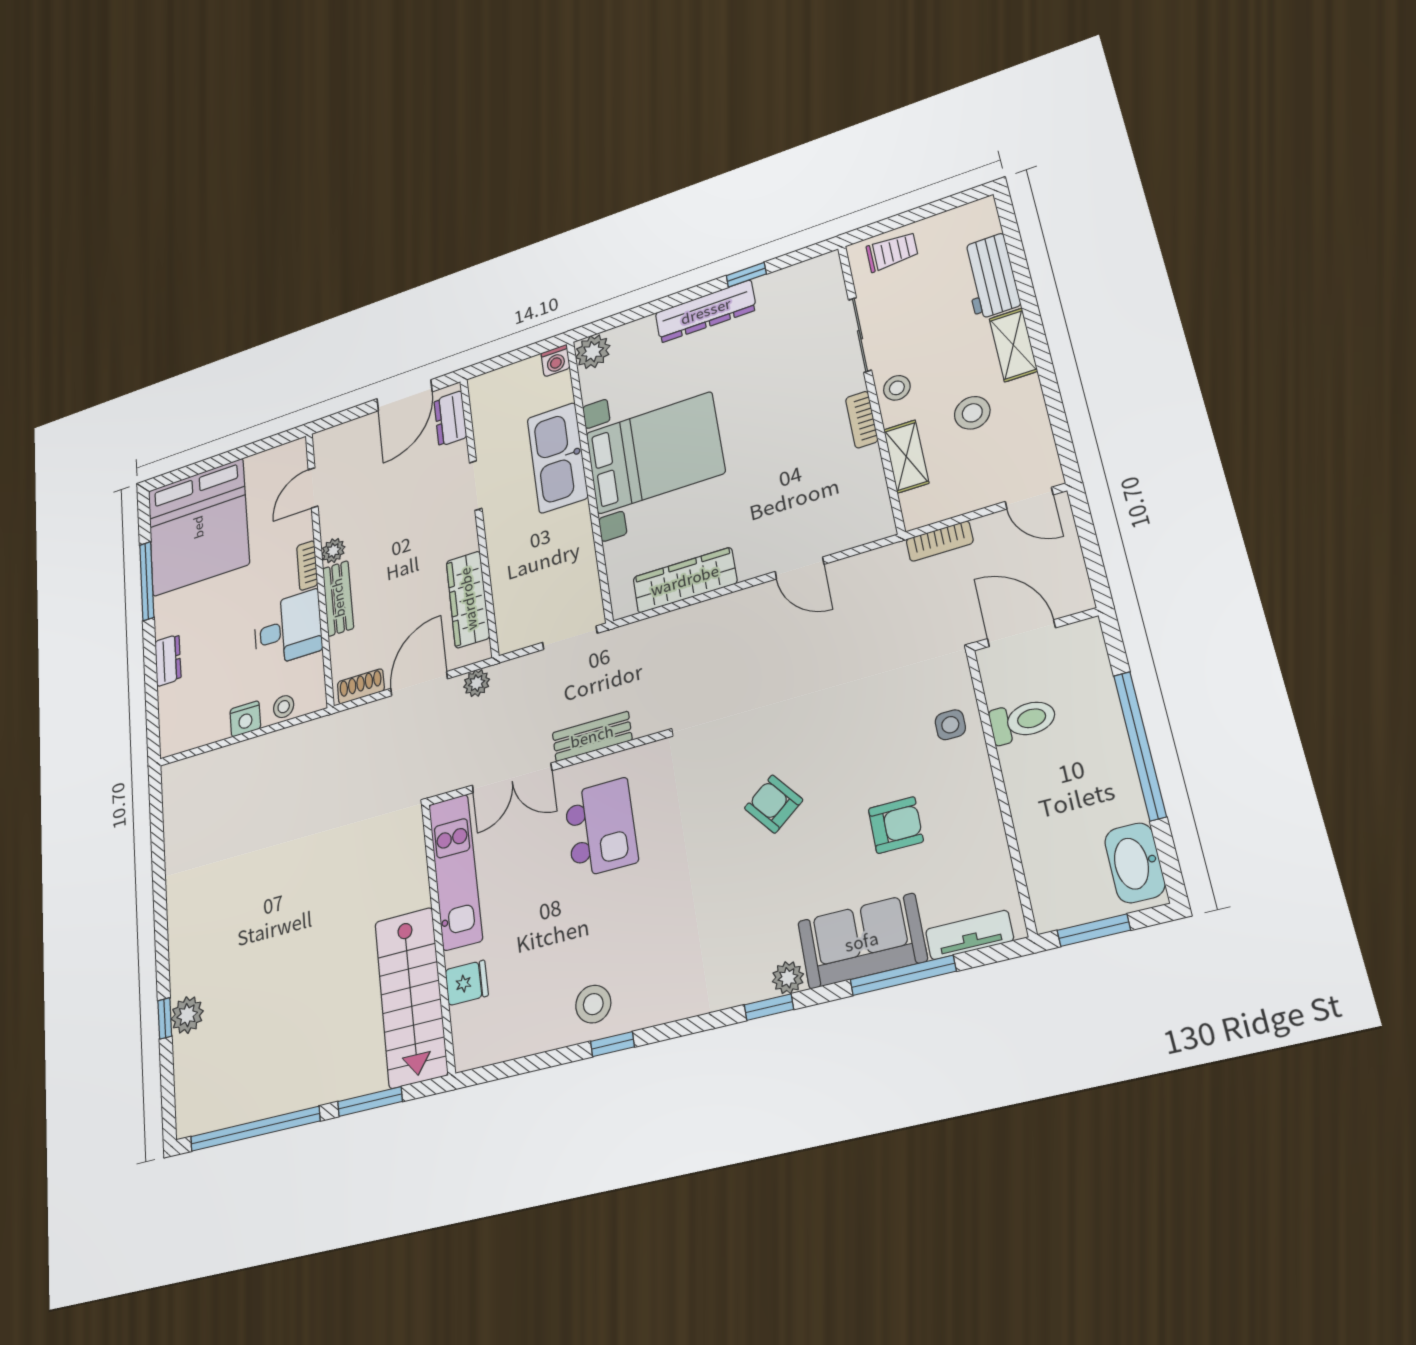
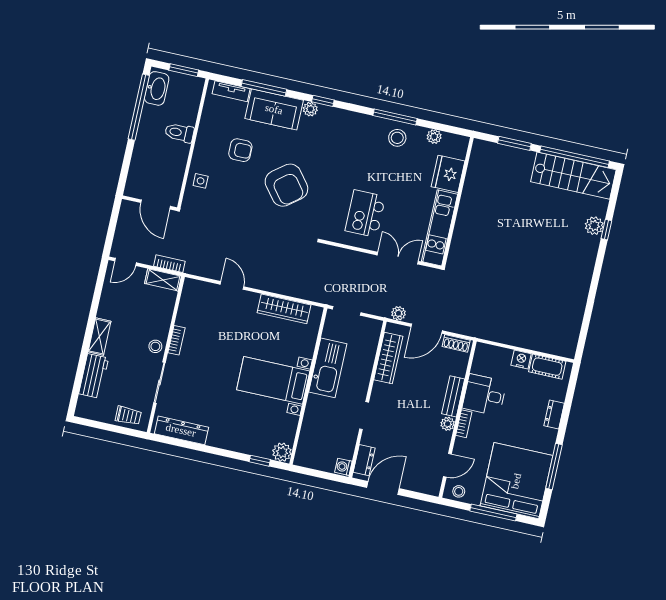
trolley: (892, 252) -> (128, 416), turned 180
window: (746, 275) -> (260, 461), moved
dresser: (706, 311) -> (181, 430), moved
washing machine: (556, 361) -> (343, 467), moved, turned -90
stool: (972, 413) -> (130, 315), removed
bed with nightstands: (655, 453) -> (273, 380), width x0.73
shelving: (906, 456) -> (163, 280), moved, turned 90
kitchen sink: (557, 458) -> (328, 368), moved
window: (220, 460) -> (493, 512), added
door: (1029, 498) -> (126, 262), swing flipped
stool: (284, 707) -> (459, 491), moved
toilet: (1023, 721) -> (179, 133), moved
cot: (200, 730) -> (547, 367), added
bench: (592, 736) -> (354, 258), removed
window: (1140, 745) -> (139, 107), moved
armchair: (774, 804) -> (286, 185), width x1.88, depth x1.88
armchair: (896, 825) -> (240, 150), turned 180
fridge: (467, 983) -> (448, 174), width x1.88, depth x1.34
stairs: (411, 997) -> (573, 176), moved, turned 90
plant: (524, 1041) -> (434, 137), added
window: (612, 1044) -> (395, 117), width x2.17

